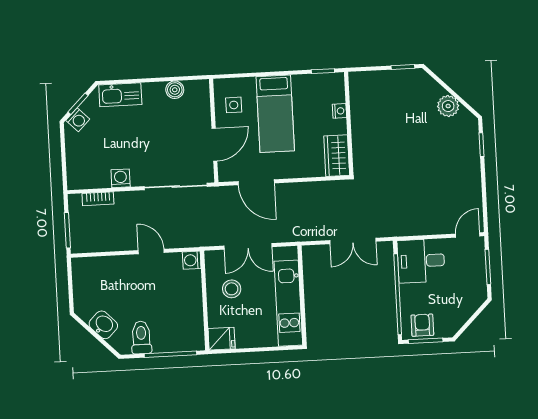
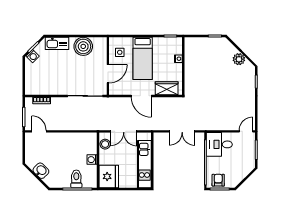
boiler: (175, 90) -> (83, 46), width x1.86, depth x1.86
wardrobe: (337, 156) -> (167, 88), moved, turned 90
washing machine: (121, 178) -> (55, 90), removed
door: (256, 182) -> (141, 96), moved
door: (151, 252) -> (39, 131), moved
washing machine: (192, 260) -> (92, 160), moved
stool: (232, 289) -> (105, 144), moved
toilet: (141, 337) -> (76, 179), moved
fridge: (222, 339) -> (109, 176), width x1.88, depth x1.34

